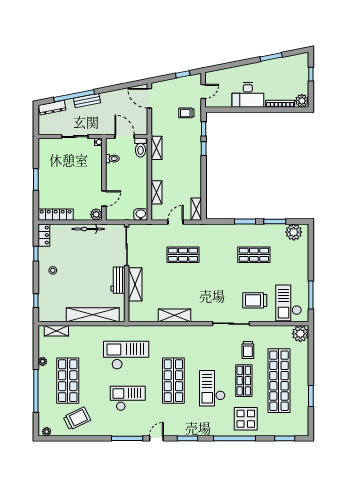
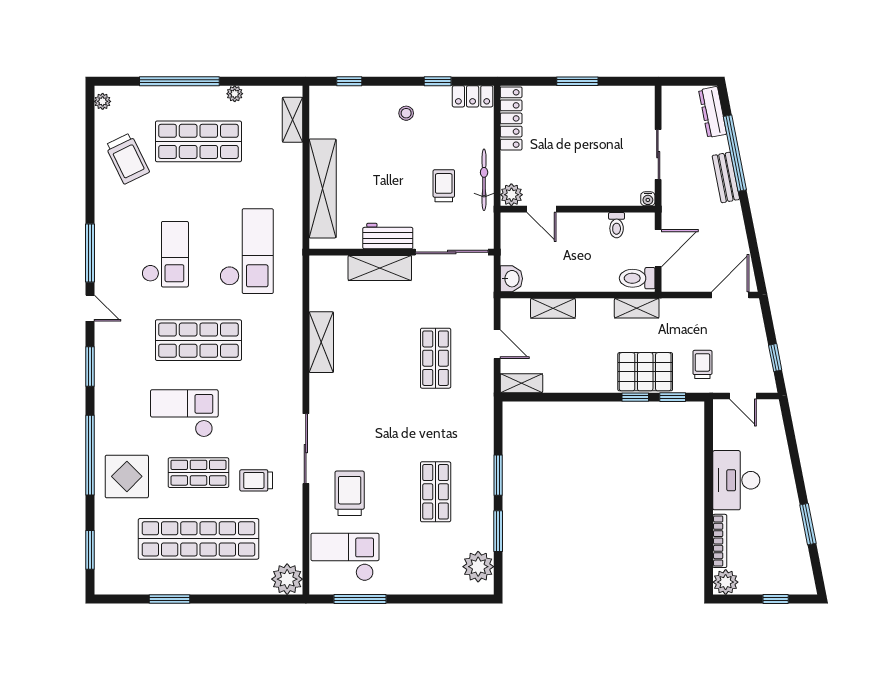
pallet: (190, 143) -> (645, 372), added
trolley: (91, 250) -> (444, 186), added

